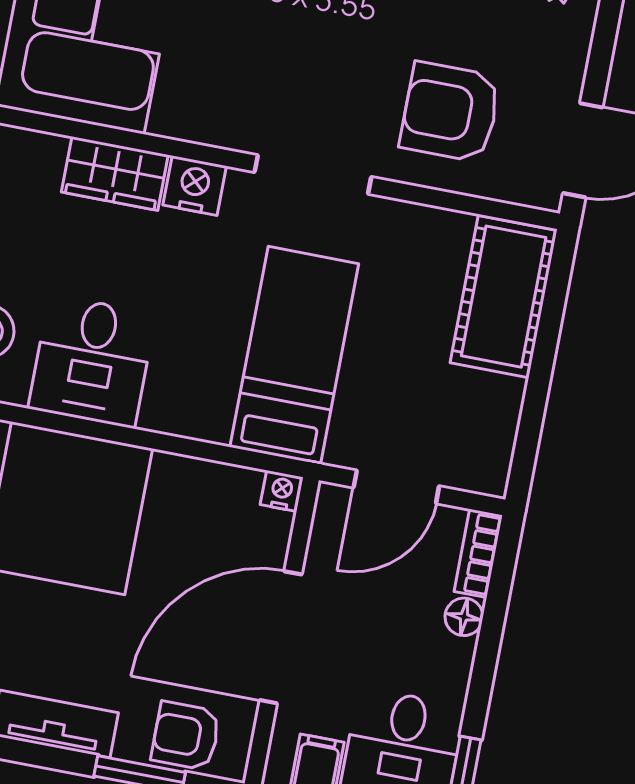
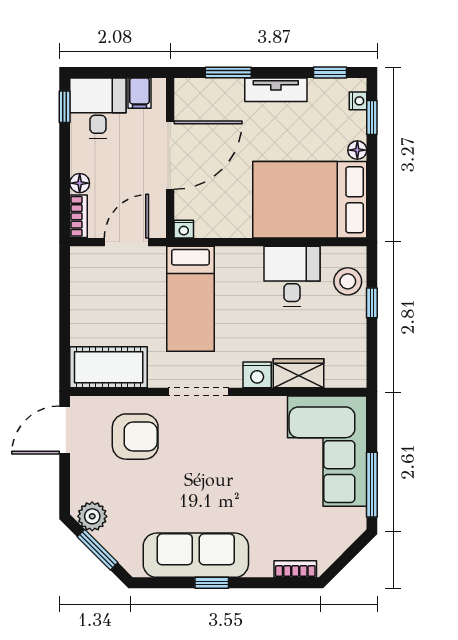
cot: (504, 297) -> (109, 367), moved, turned 90
armchair: (186, 736) -> (209, 96), removed

